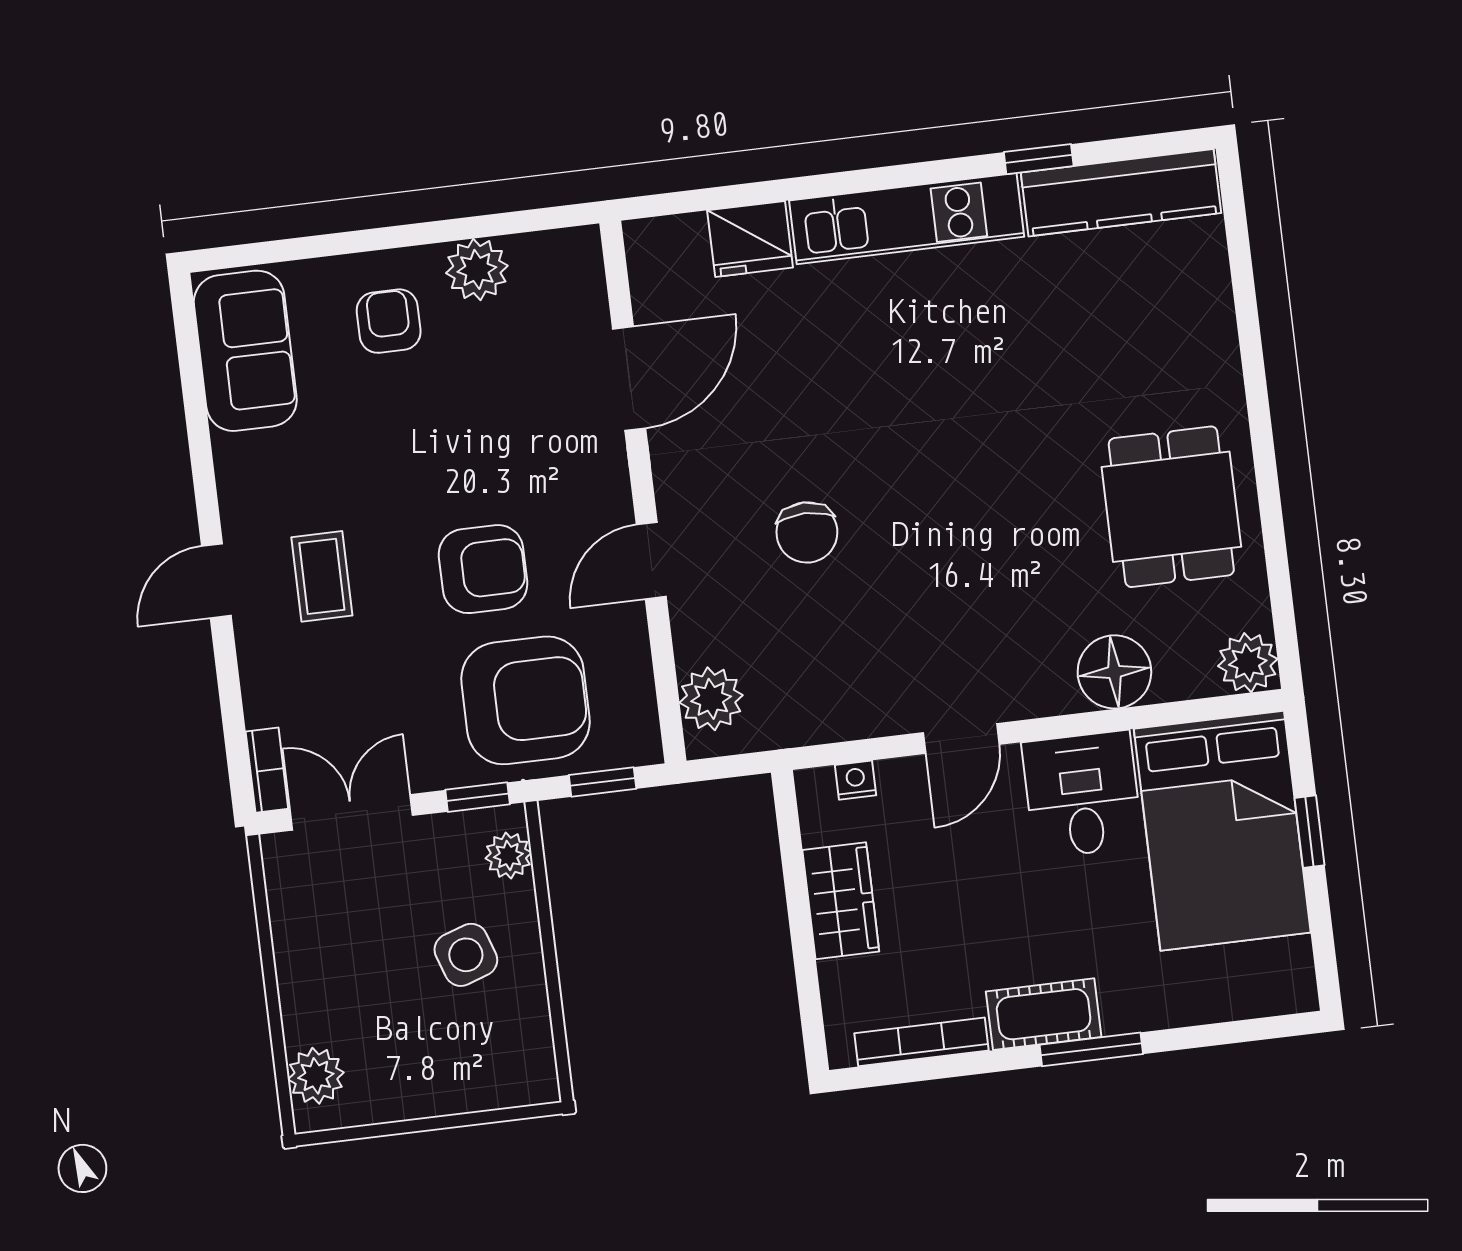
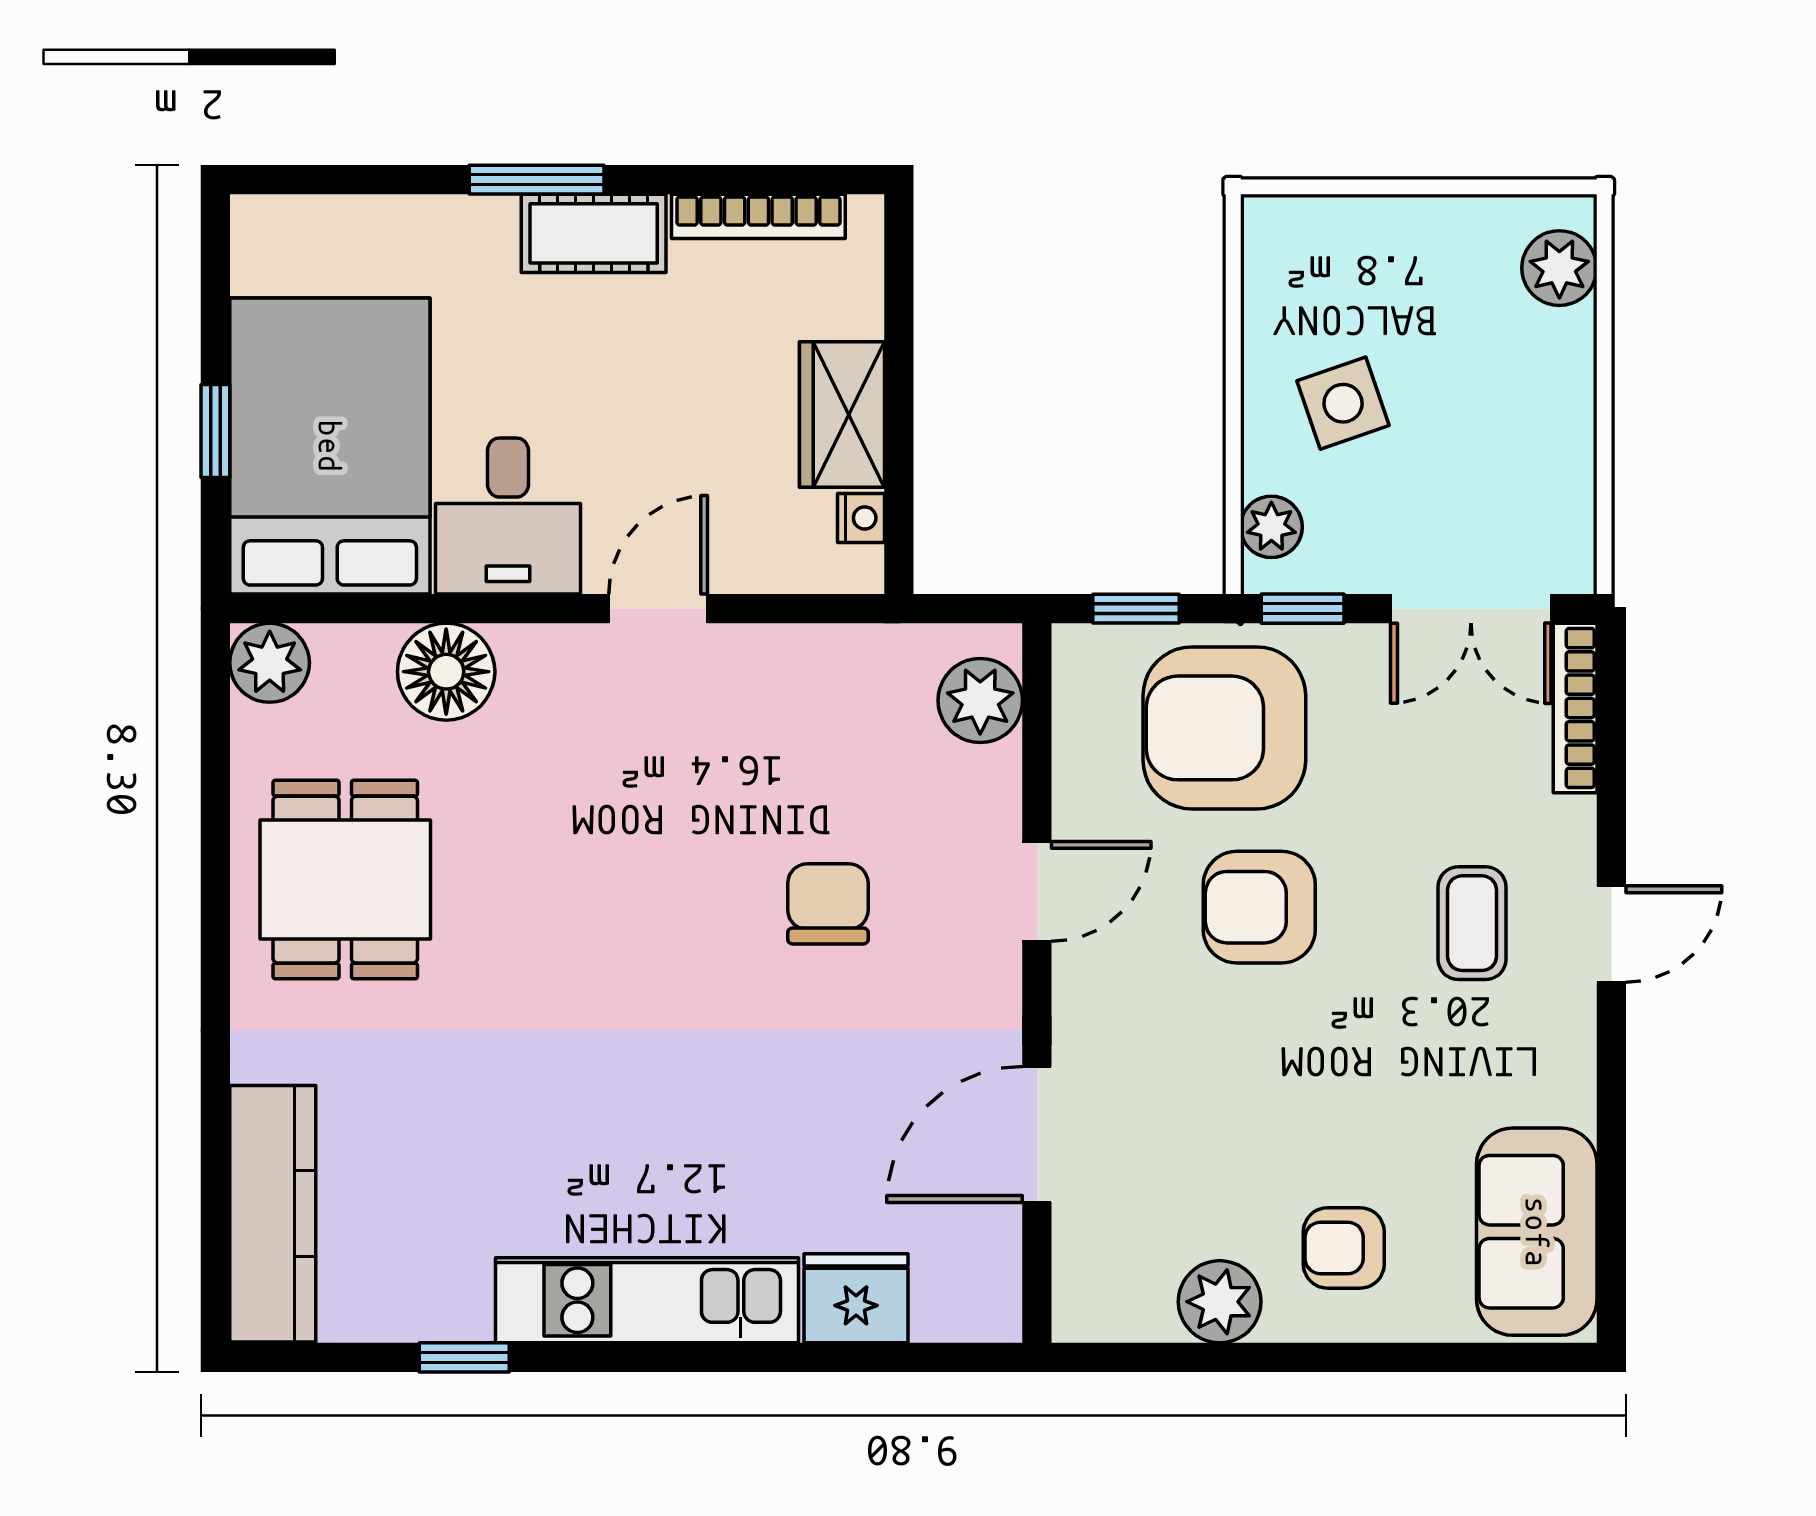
kitchen counter: (1121, 193) -> (273, 1214), moved, turned 90
armchair: (389, 321) -> (1344, 1248), turned 90
bookcase: (267, 770) -> (1575, 708), width x1.56
nightstand: (856, 780) -> (861, 518), moved, turned -90

